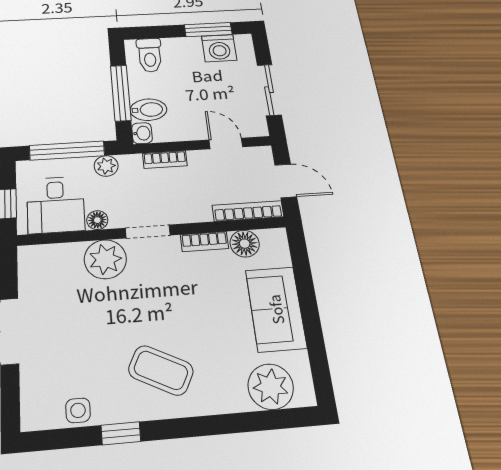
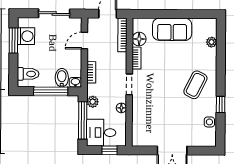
desk: (56, 205) -> (101, 133), moved, turned 180
plant: (105, 259) -> (142, 106), removed
plant: (271, 387) -> (212, 42), width x0.53, depth x0.53

